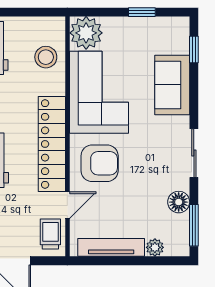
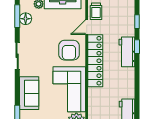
stool: (46, 57) -> (99, 108), removed
armchair: (100, 163) -> (69, 50), turned -90
floor lamp: (179, 202) -> (26, 19), moved

